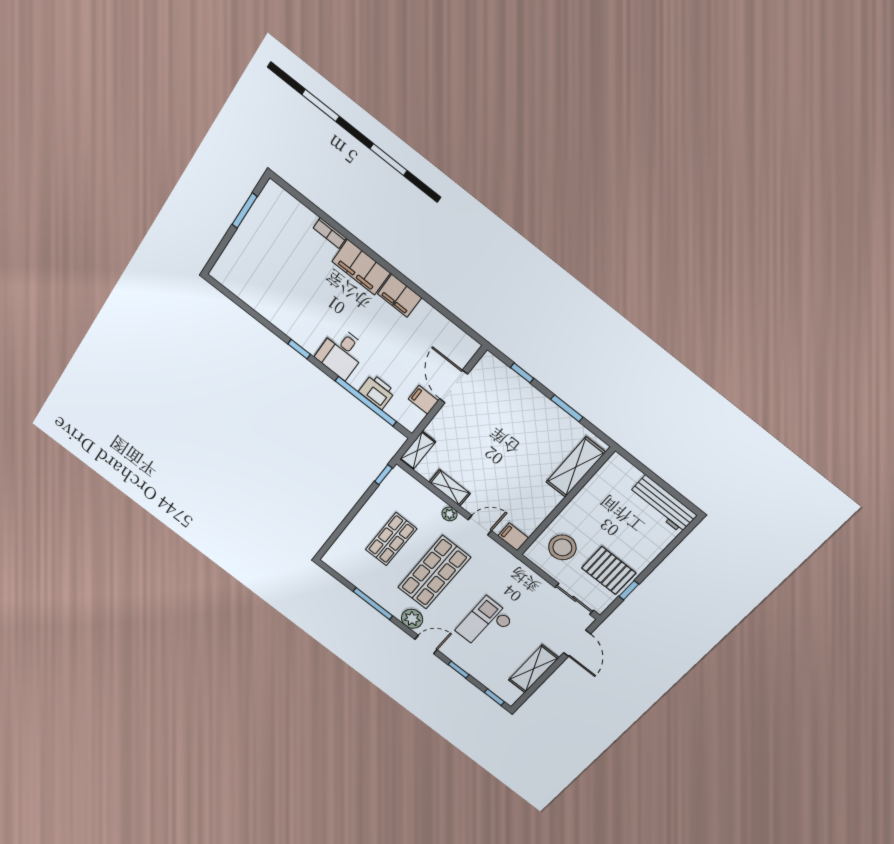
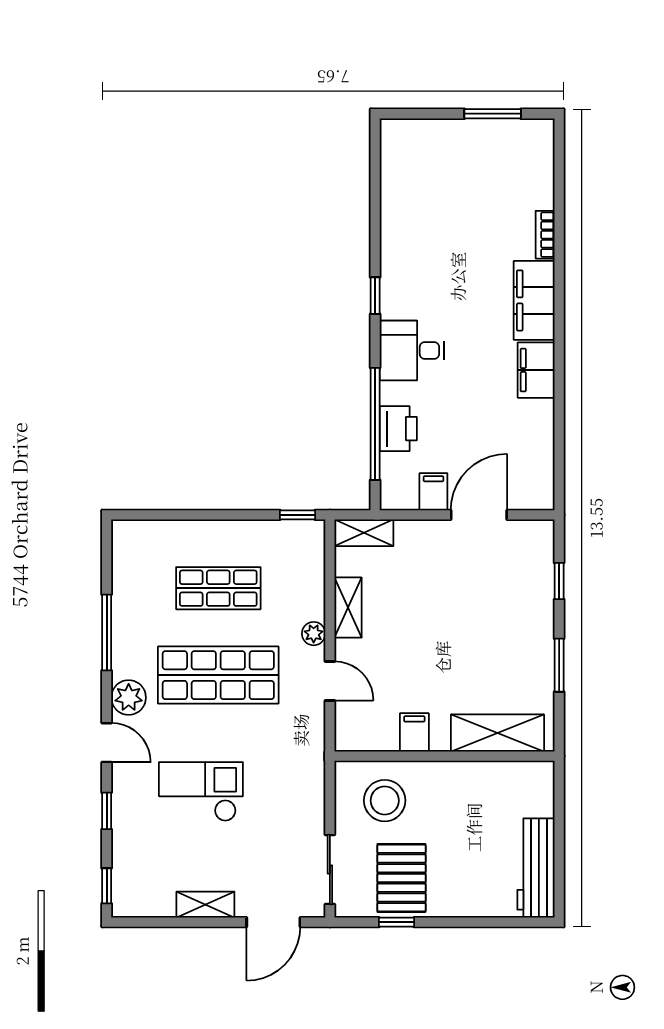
filing cabinet: (513, 537) -> (414, 732), moved
shelving: (534, 669) -> (205, 905), width x0.67, depth x0.75

